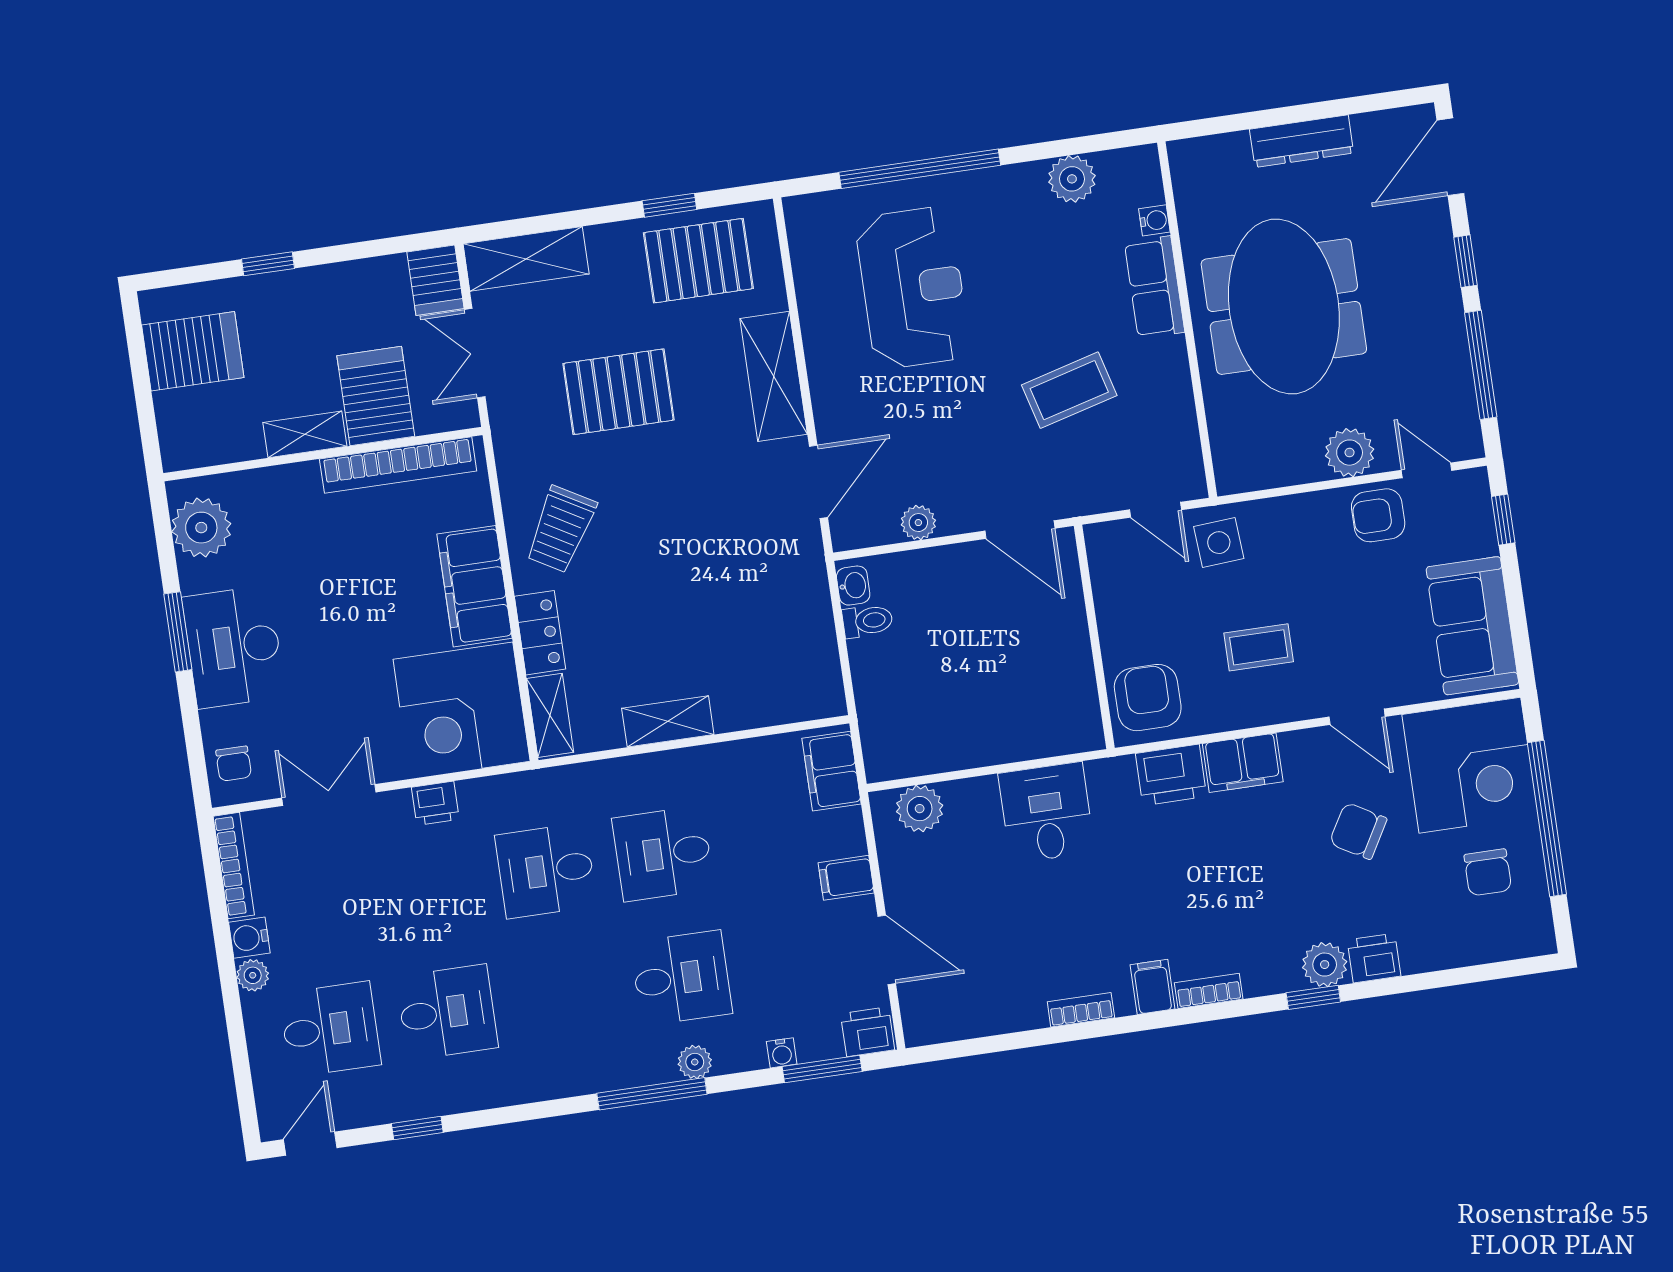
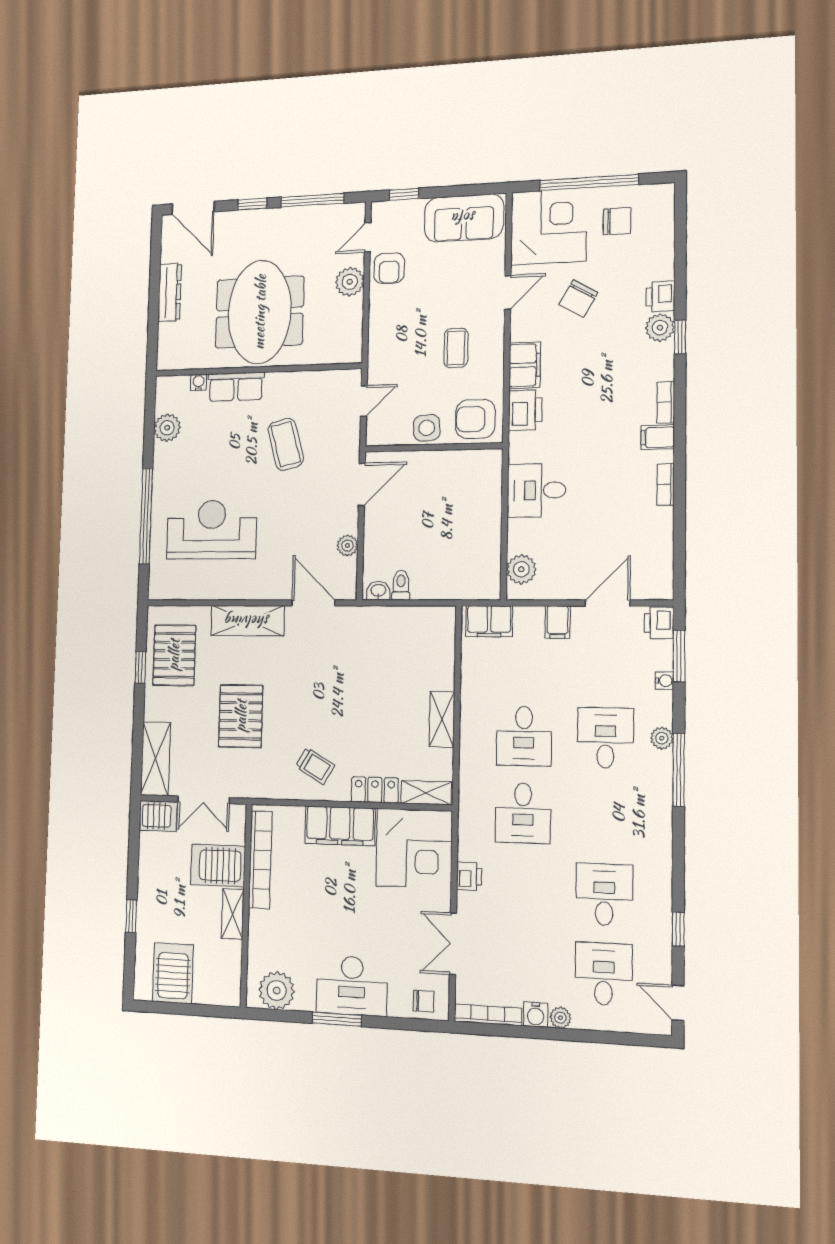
meeting table: (1284, 307) -> (260, 312), turned 90
trolley: (561, 529) -> (315, 766), width x0.73, depth x0.72
side table: (1219, 543) -> (427, 428), moved

